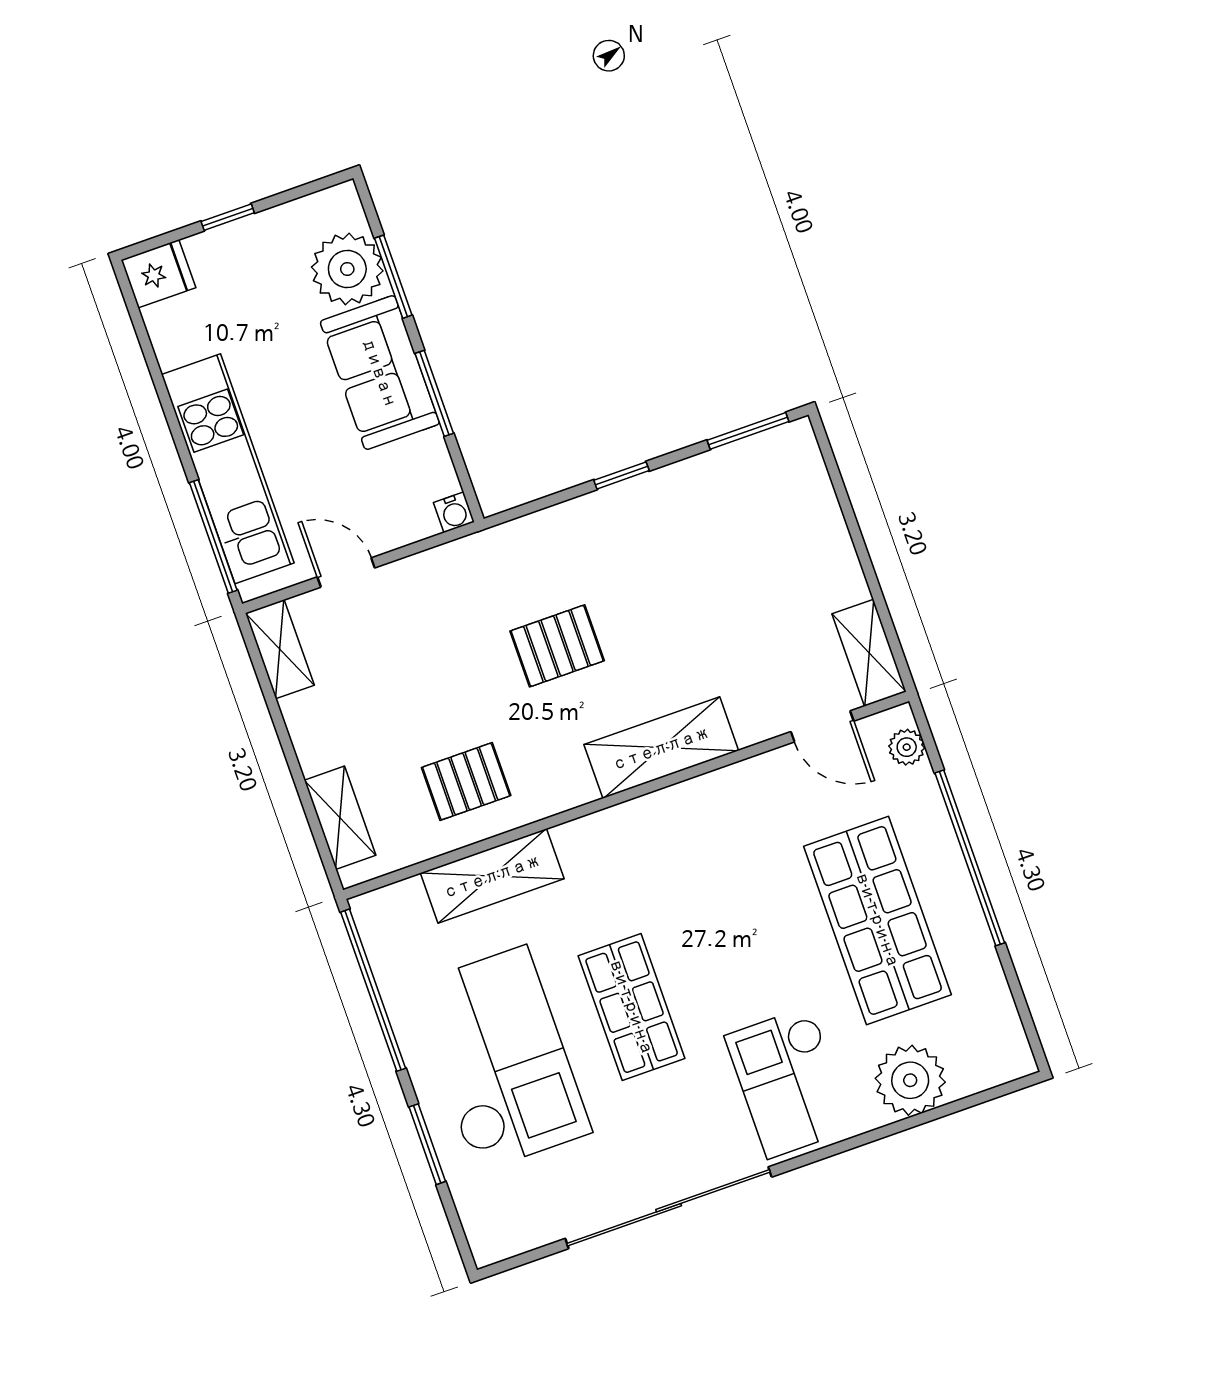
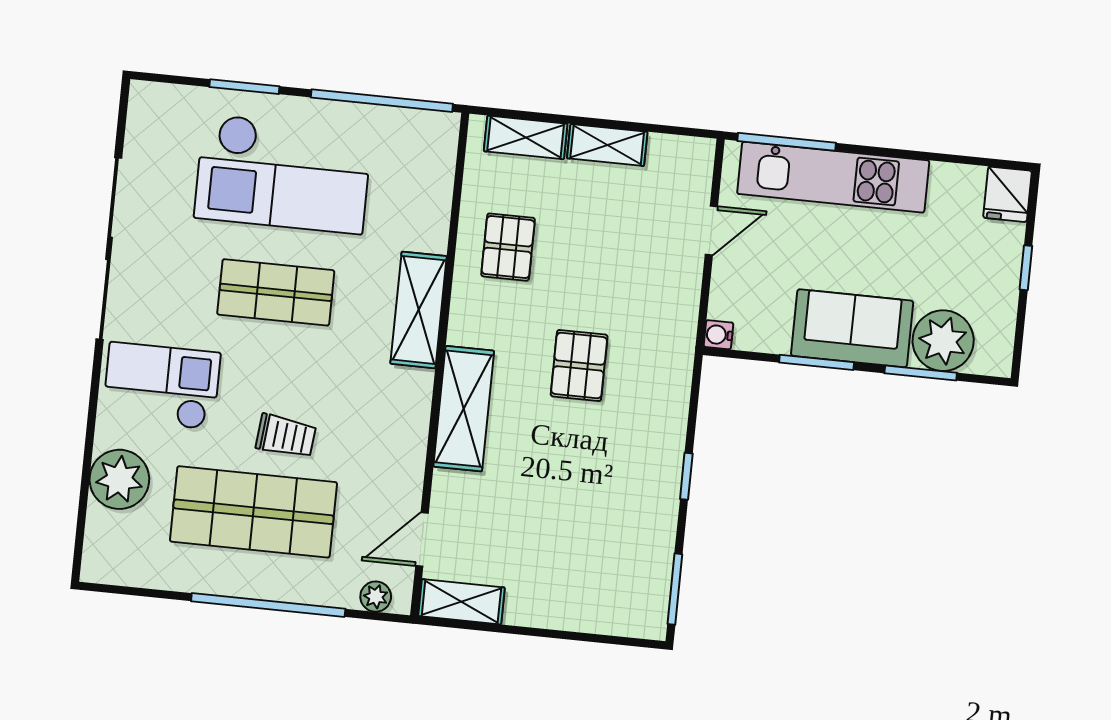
shelving: (280, 649) -> (607, 145), moved
shelving: (492, 876) -> (419, 310), moved
trolley: (780, 924) -> (286, 436), added

